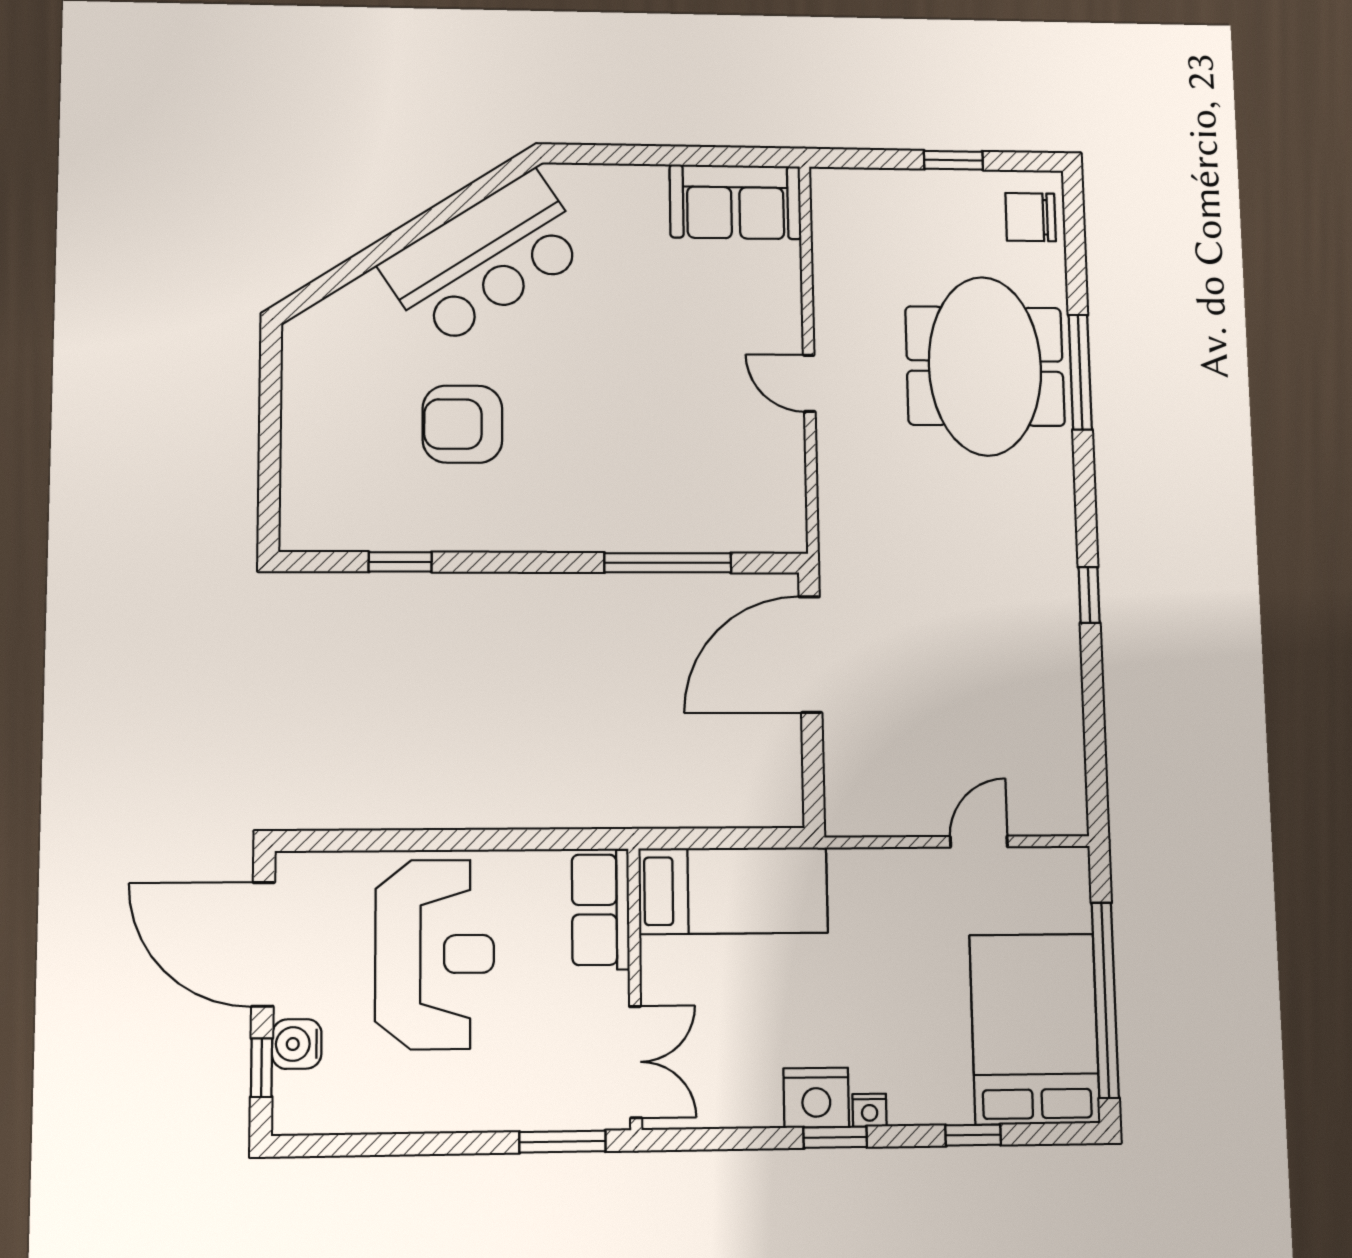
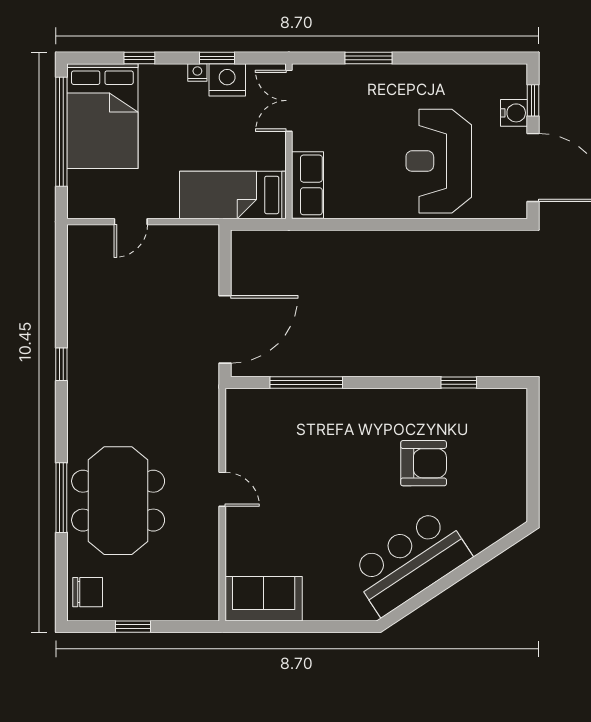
bed: (733, 891) -> (233, 195), moved
row of seats: (601, 910) -> (308, 185), moved
wall: (635, 988) -> (289, 141), moved
double door: (636, 1062) -> (289, 101), moved

